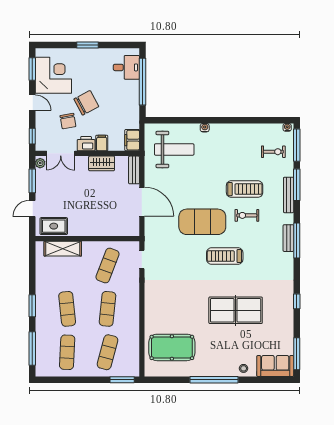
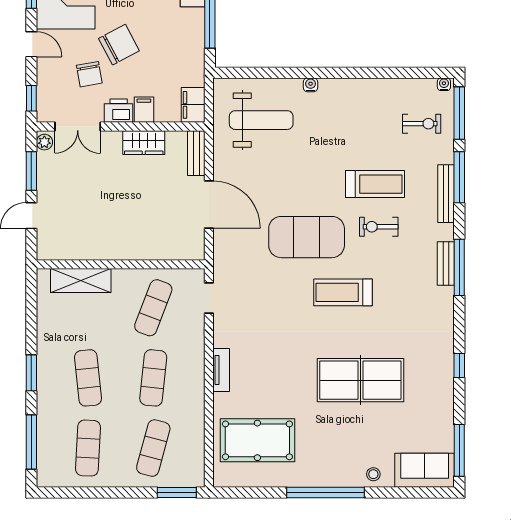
rug: (54, 226) -> (66, 244), removed
tv unit: (149, 304) -> (221, 370), added

